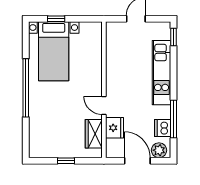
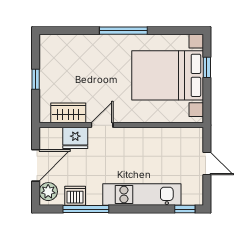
bed with nightstands: (54, 51) -> (168, 75), width x1.36
window: (26, 88) -> (123, 31), width x0.68

